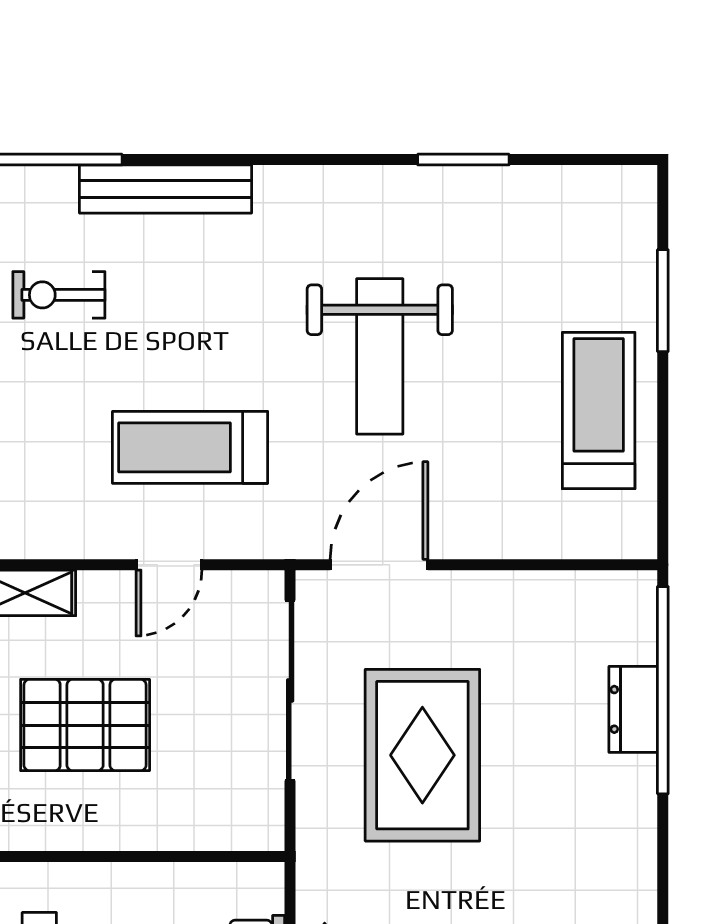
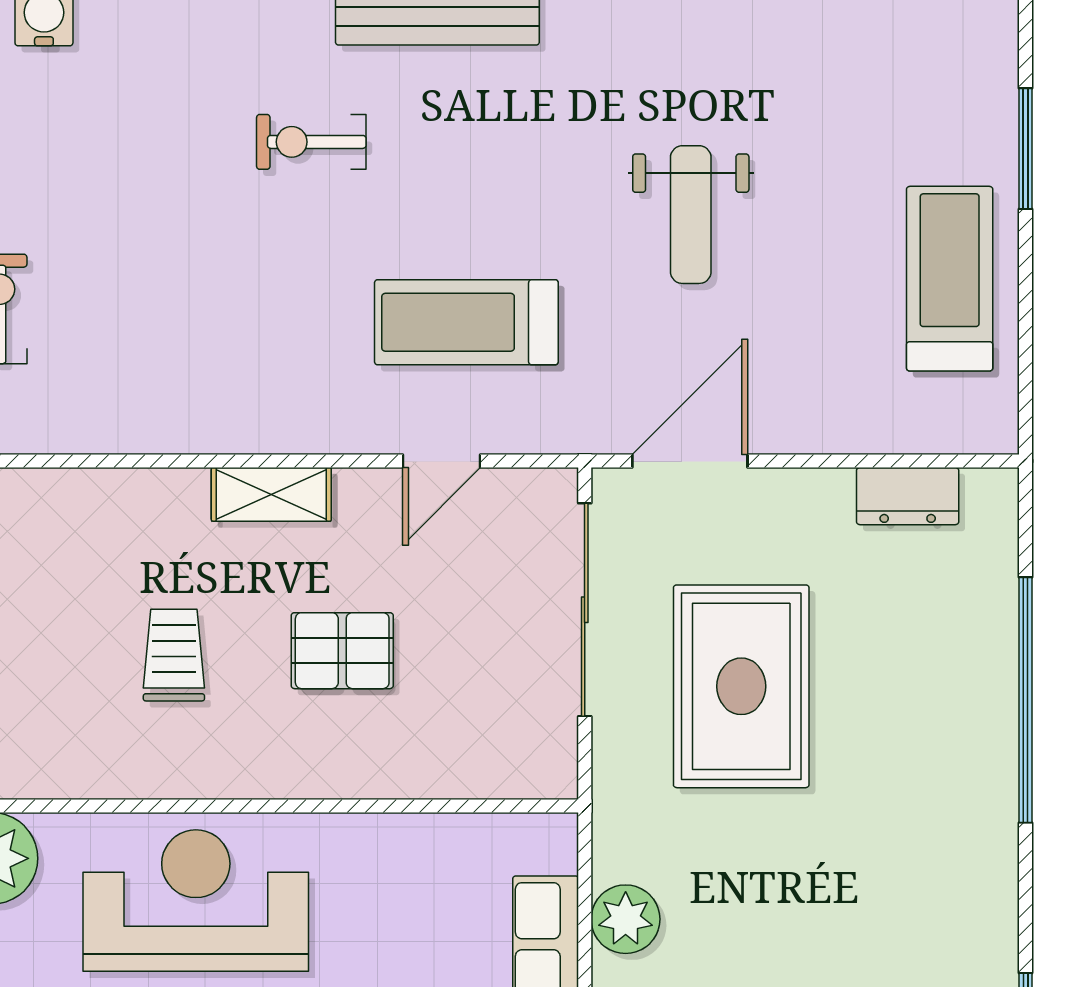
weight bench: (380, 356) -> (691, 215), width x0.73, depth x0.75
window: (663, 690) -> (1026, 700), moved
dresser: (633, 709) -> (908, 496), moved, turned -90
pallet: (85, 725) -> (342, 651), width x0.67, depth x0.71

